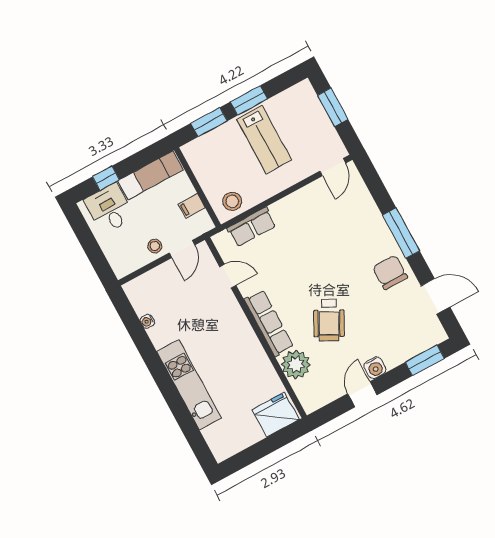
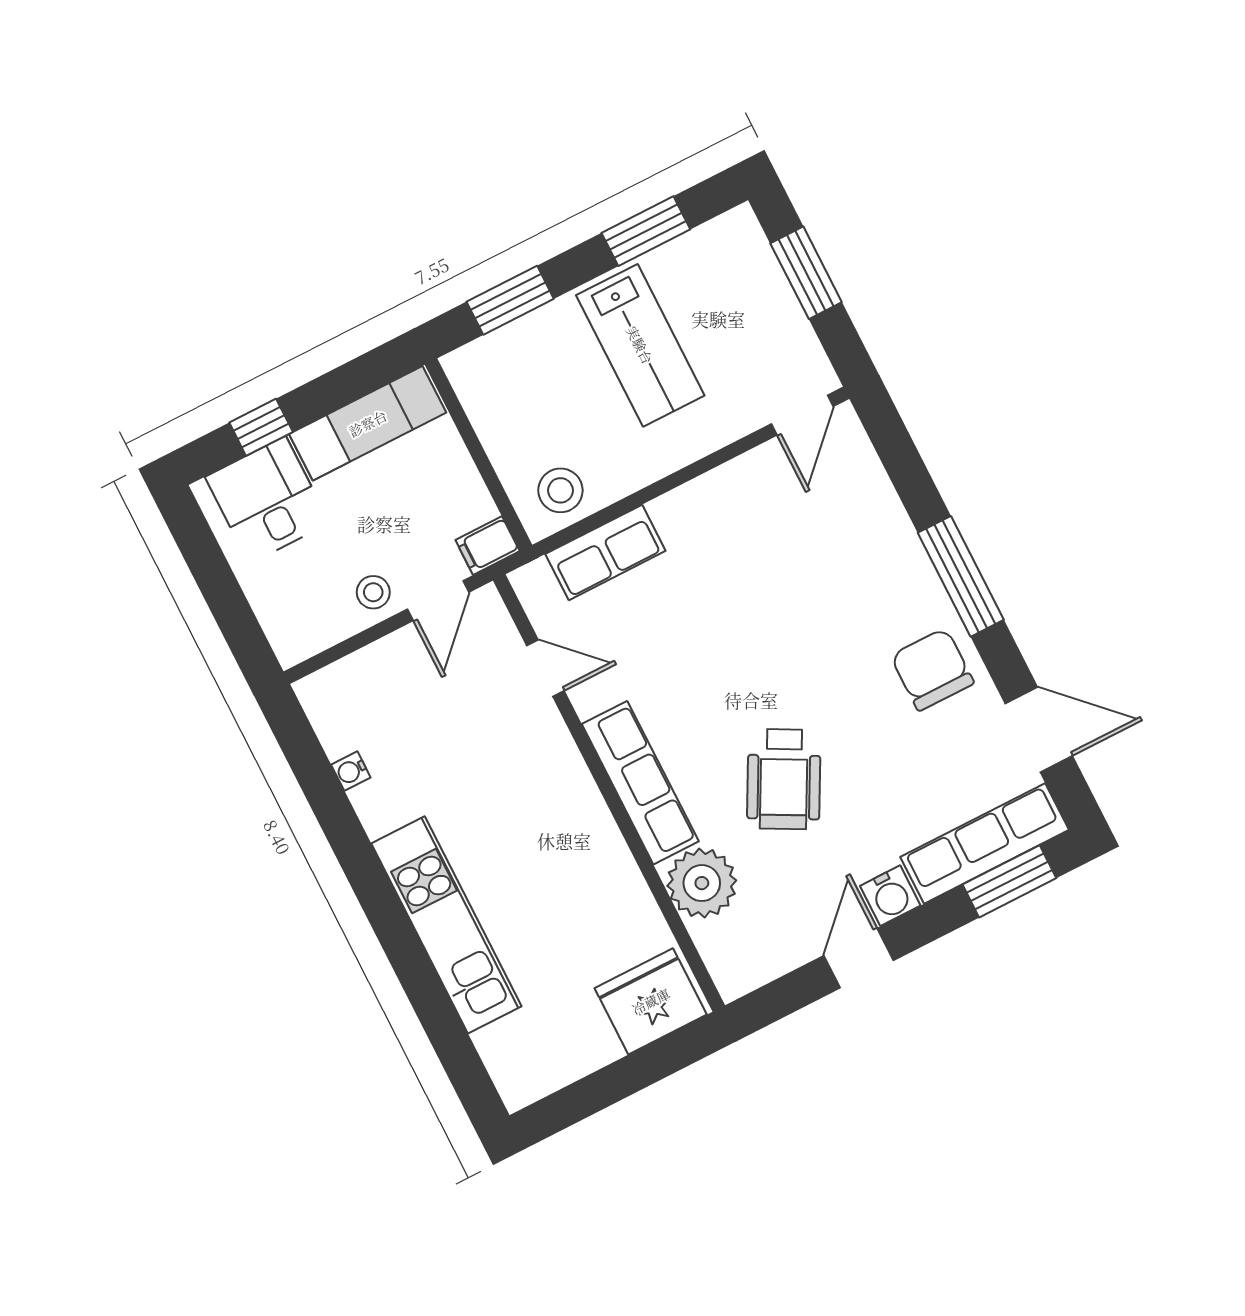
window: (249, 100) -> (646, 231), moved
filing cabinet: (192, 206) -> (488, 546), moved
row of seats: (414, 345) -> (985, 843), added

